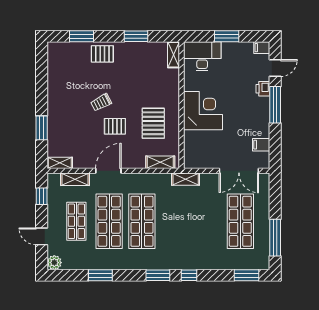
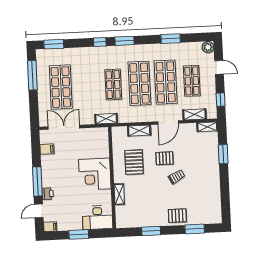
shelving: (174, 55) -> (119, 194), moved
shelving: (160, 162) -> (139, 131), moved
shop shelf: (175, 221) -> (113, 85), added

